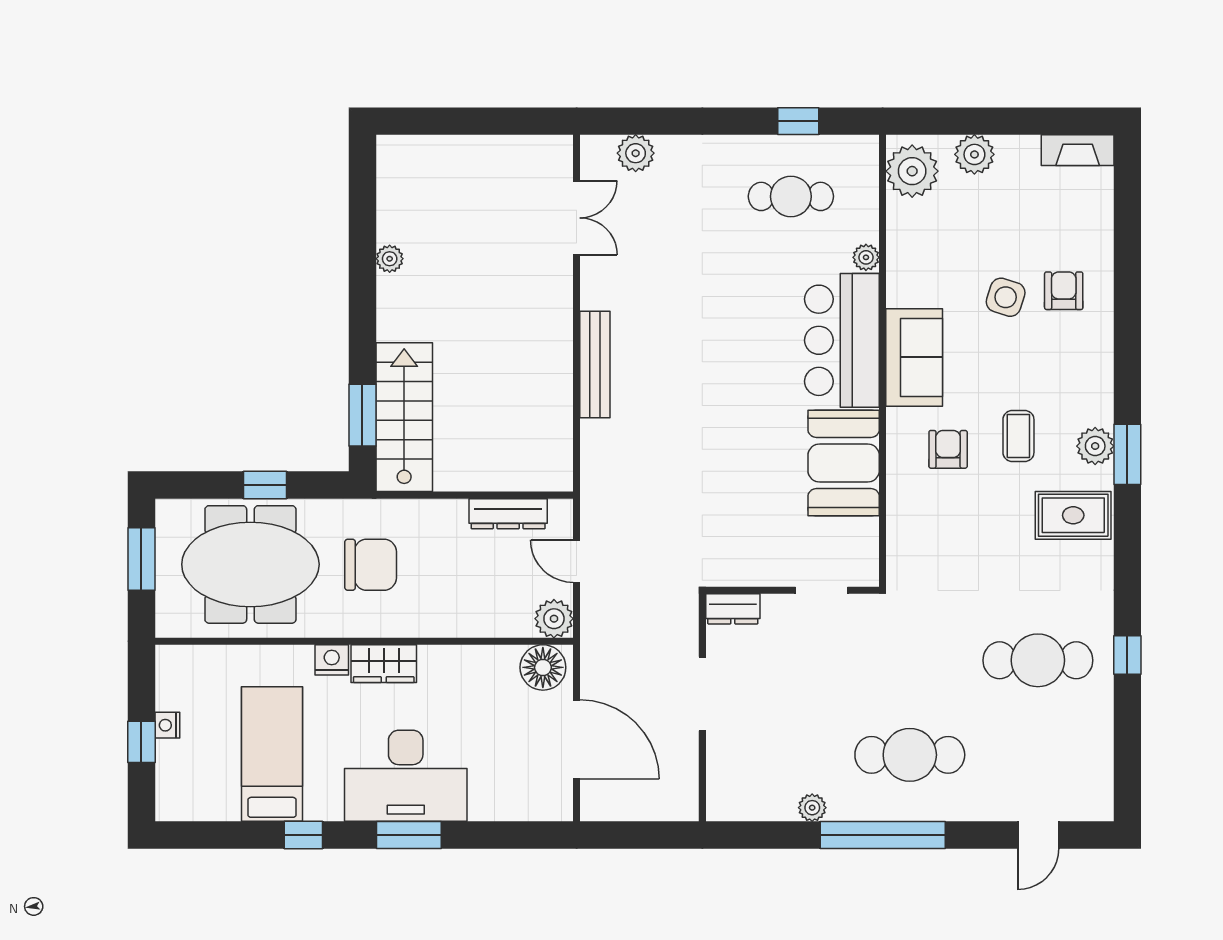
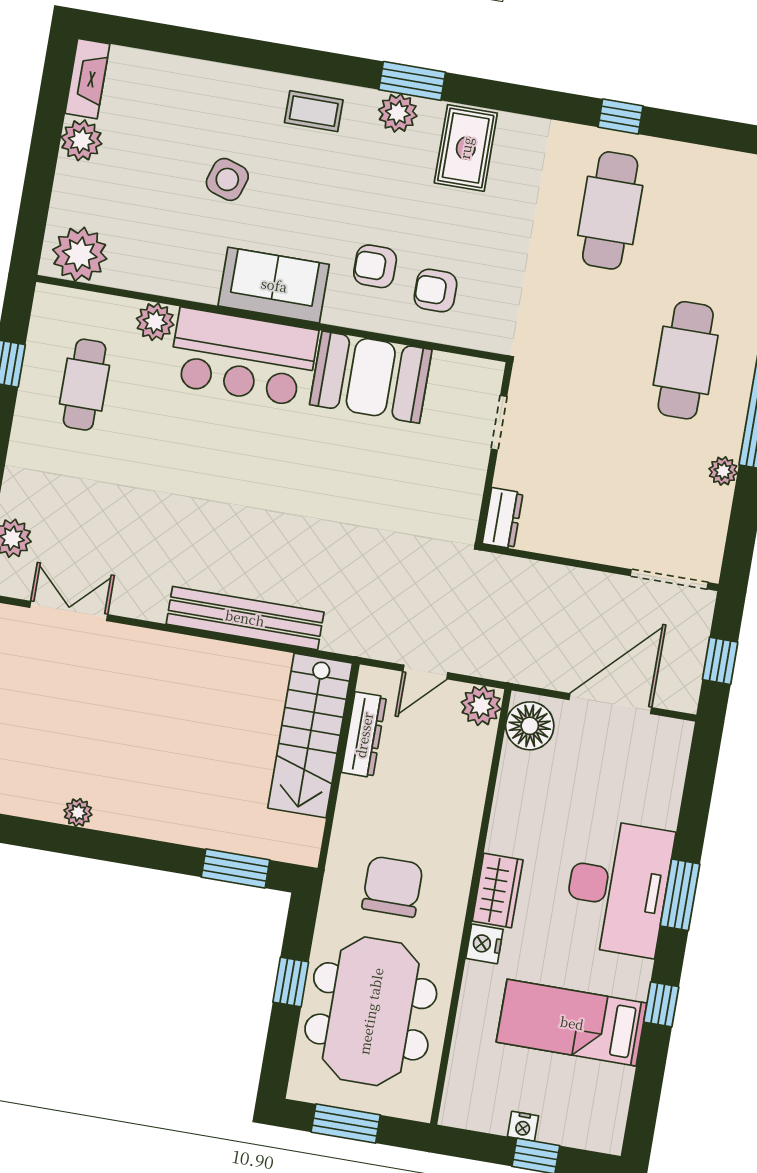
plant: (974, 154) -> (81, 140), moved
plant: (866, 257) -> (155, 322), width x1.38, depth x1.38
armchair: (1064, 291) -> (435, 291), moved
bench: (595, 364) -> (245, 618), width x1.37, depth x1.21
stairs: (404, 417) -> (310, 736), moved, turned -90
coffee table: (1018, 436) -> (314, 111), moved
doorway: (702, 694) -> (669, 579), moved
window: (634, 835) -> (720, 661), added

